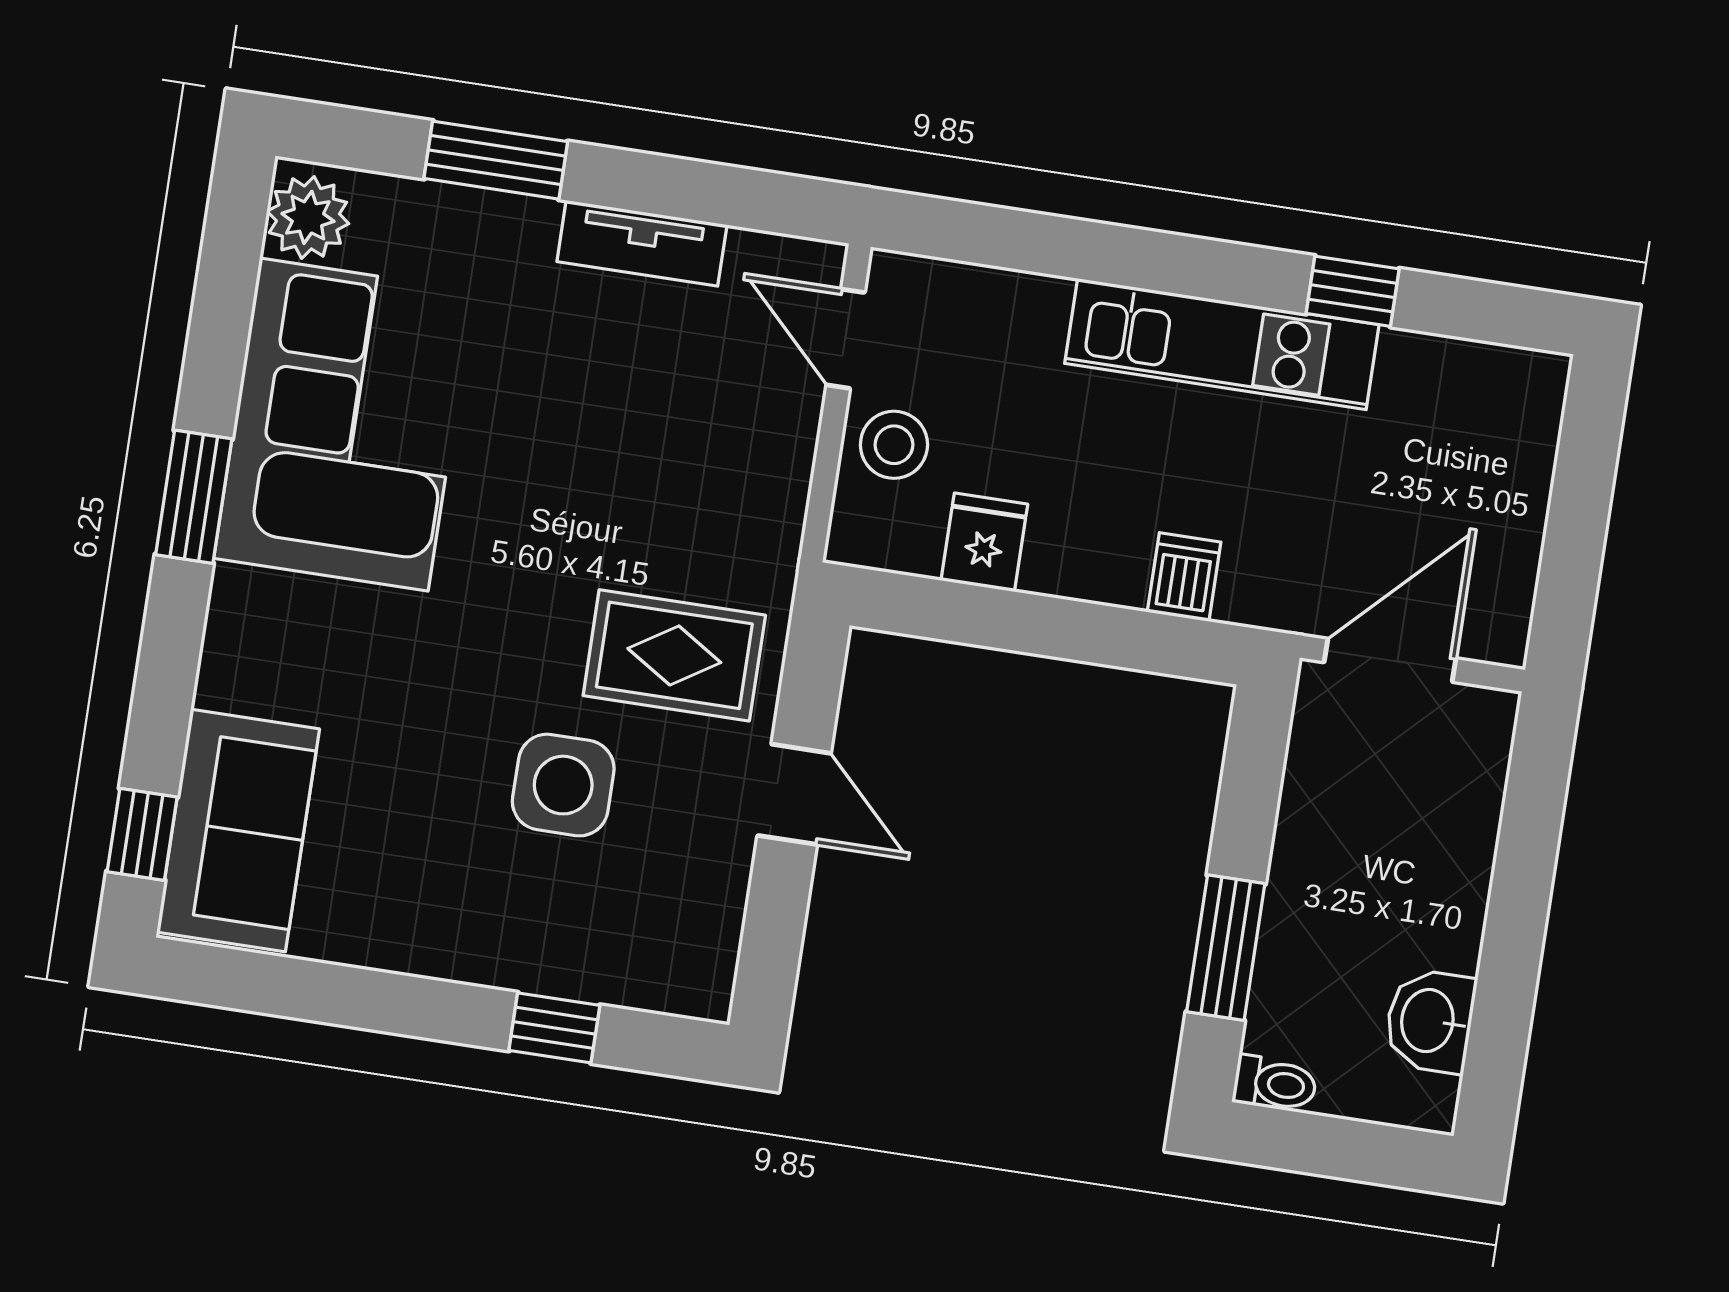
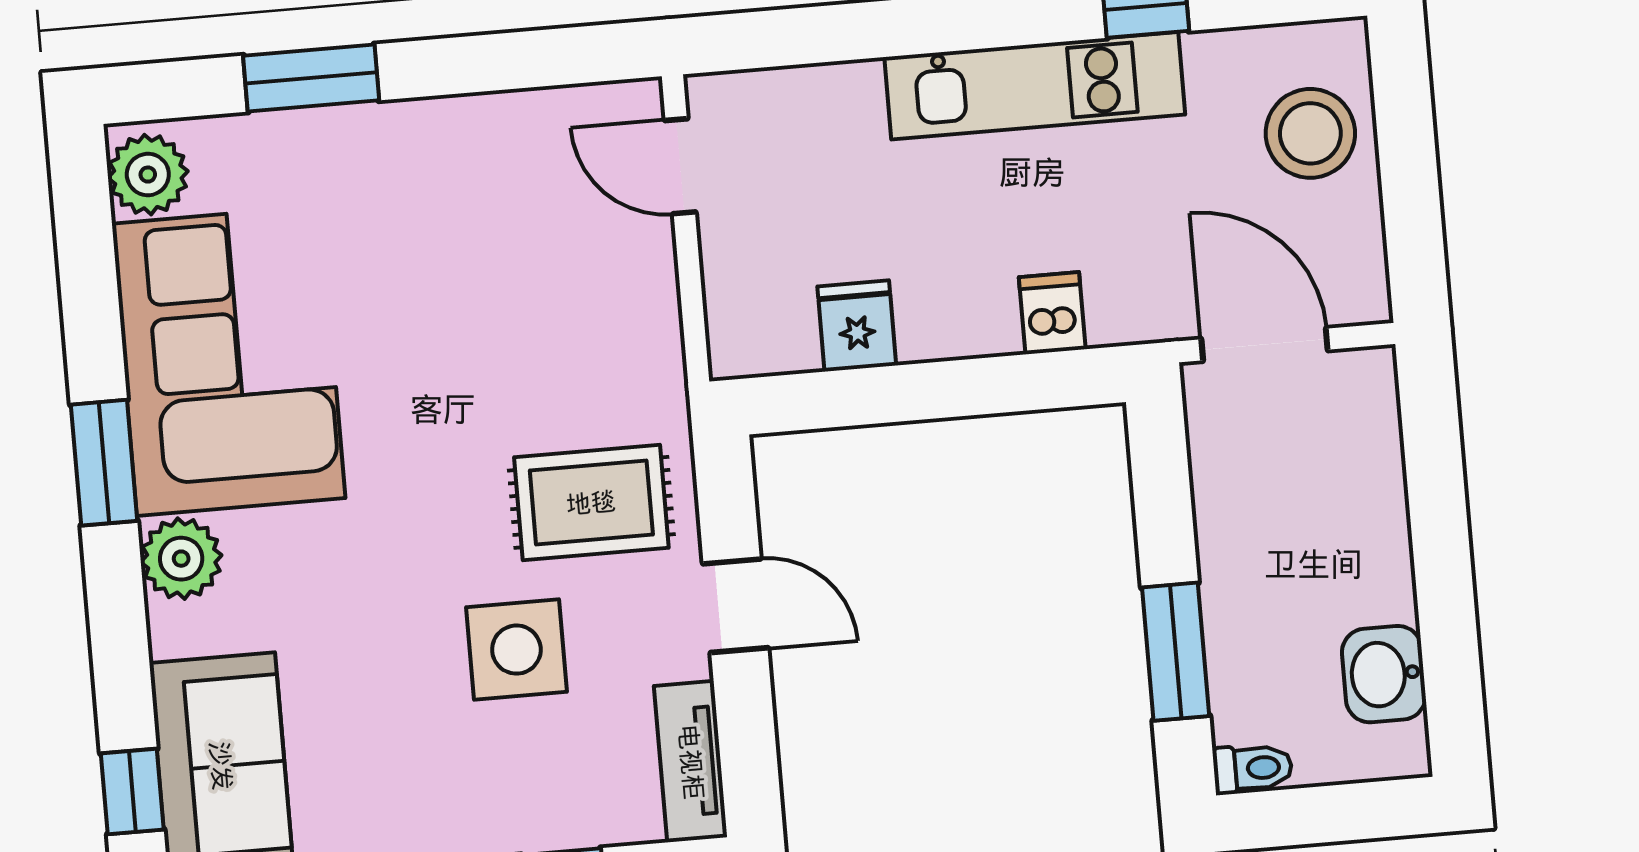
tv unit: (642, 243) -> (691, 762), moved, turned 90
stool: (894, 445) -> (1310, 133), moved, width x1.38, depth x1.38
plant: (248, 612) -> (181, 559), added
door: (1390, 660) -> (1265, 344), hinge flipped

